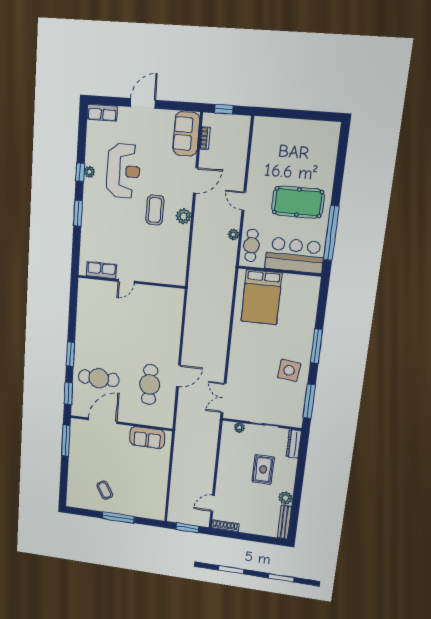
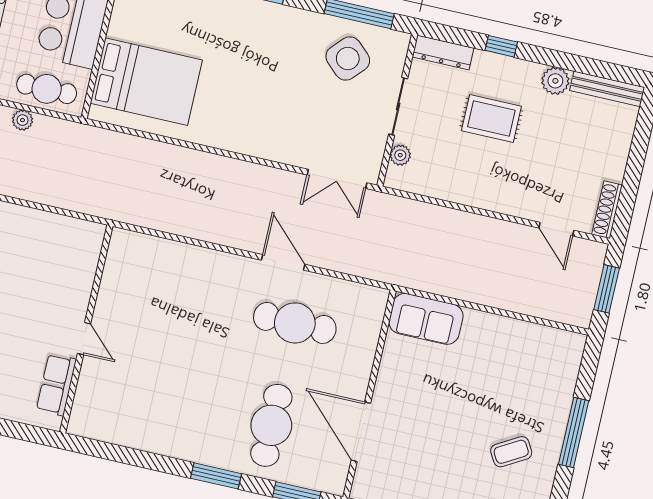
side table: (289, 370) -> (348, 59), moved, turned 37
sofa: (147, 438) -> (426, 319), moved, turned 90
window: (300, 471) -> (501, 46), added

